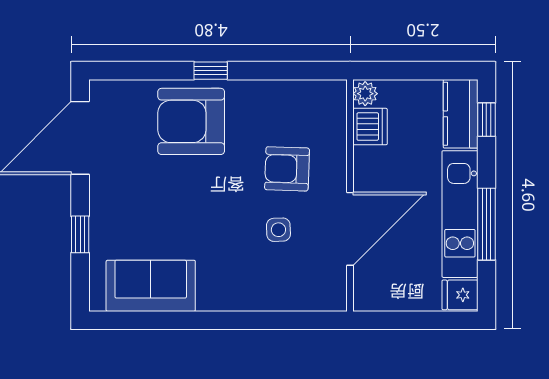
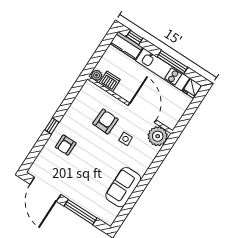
armchair: (191, 121) -> (66, 145), width x0.53, depth x0.53
armchair: (287, 169) -> (105, 121), turned 180
window: (80, 234) -> (80, 212), width x2.17
sofa: (151, 286) -> (123, 187), moved
plant: (324, 289) -> (158, 136), added

